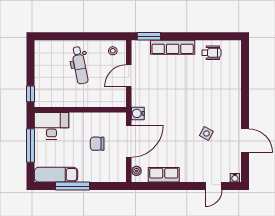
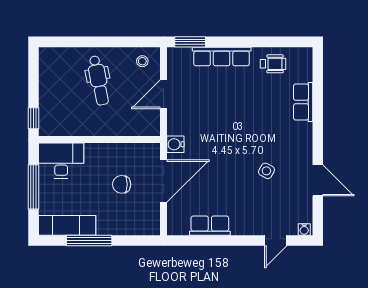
row of seats: (234, 82) -> (303, 102), added
plant: (136, 171) -> (174, 220), removed

